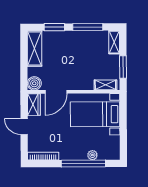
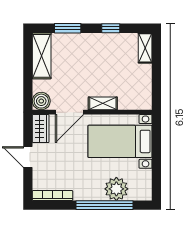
window: (88, 27) -> (111, 28), width x0.46
window: (123, 67) -> (156, 80), removed
shelving: (105, 85) -> (103, 103), moved
plant: (92, 155) -> (116, 189), width x1.87, depth x1.87

